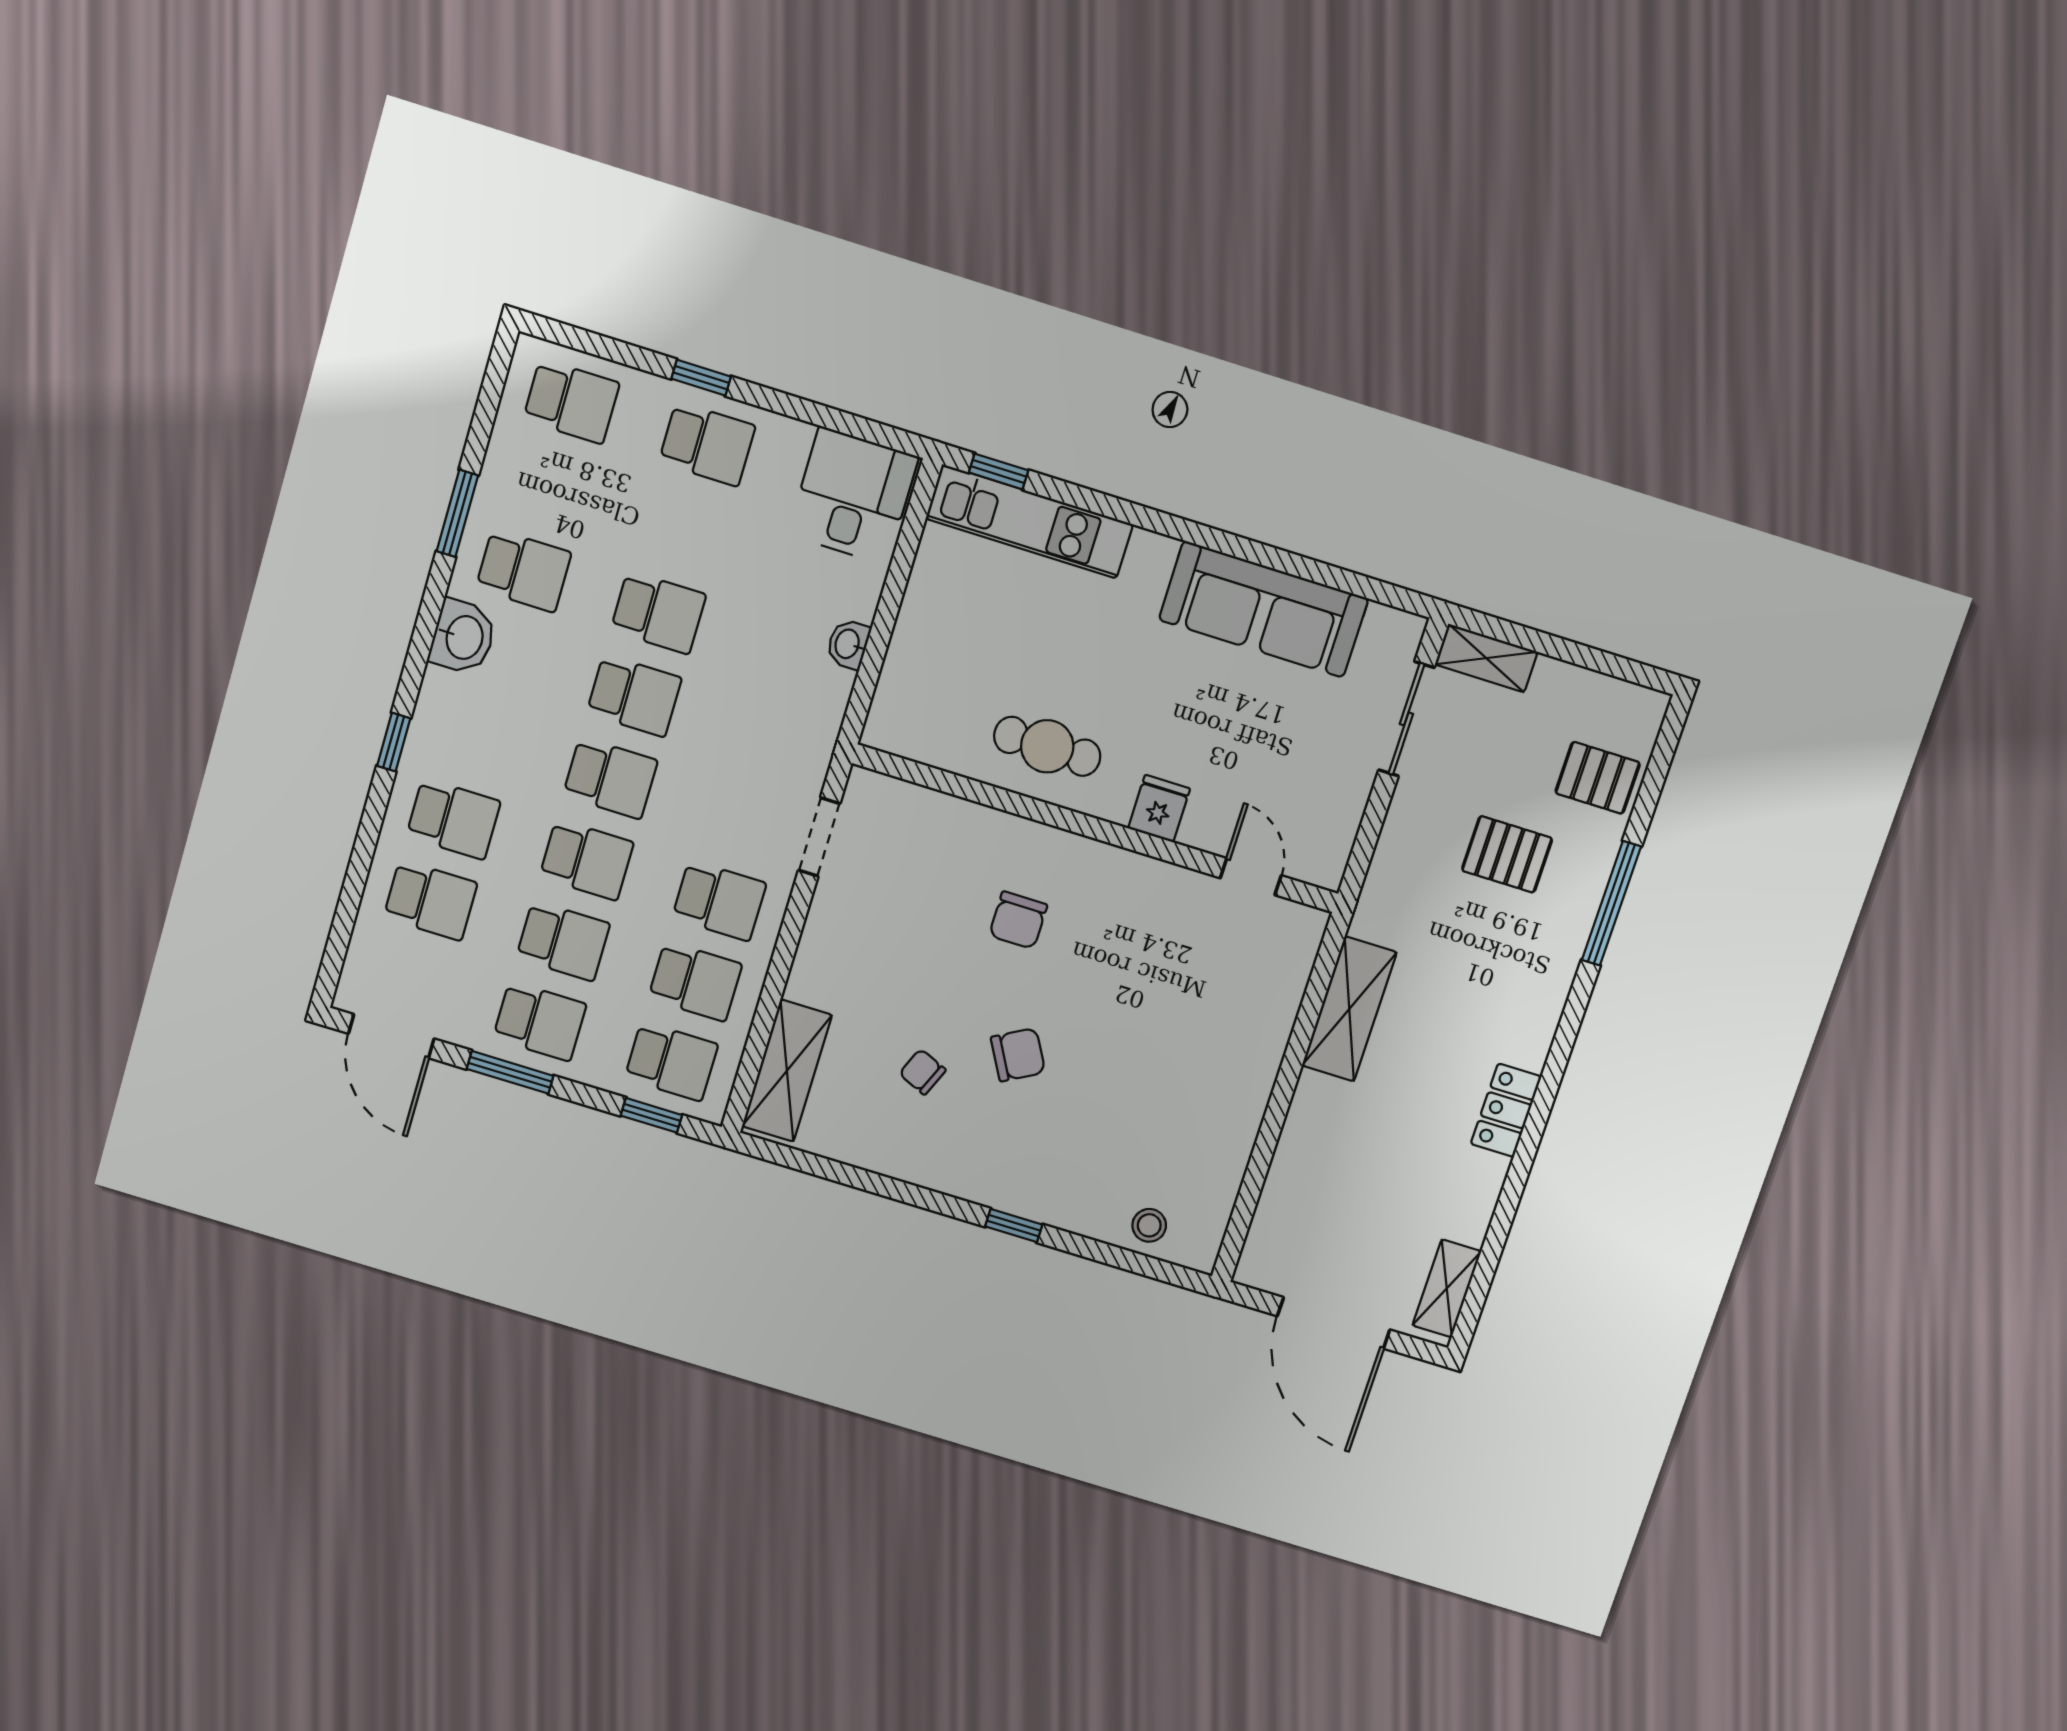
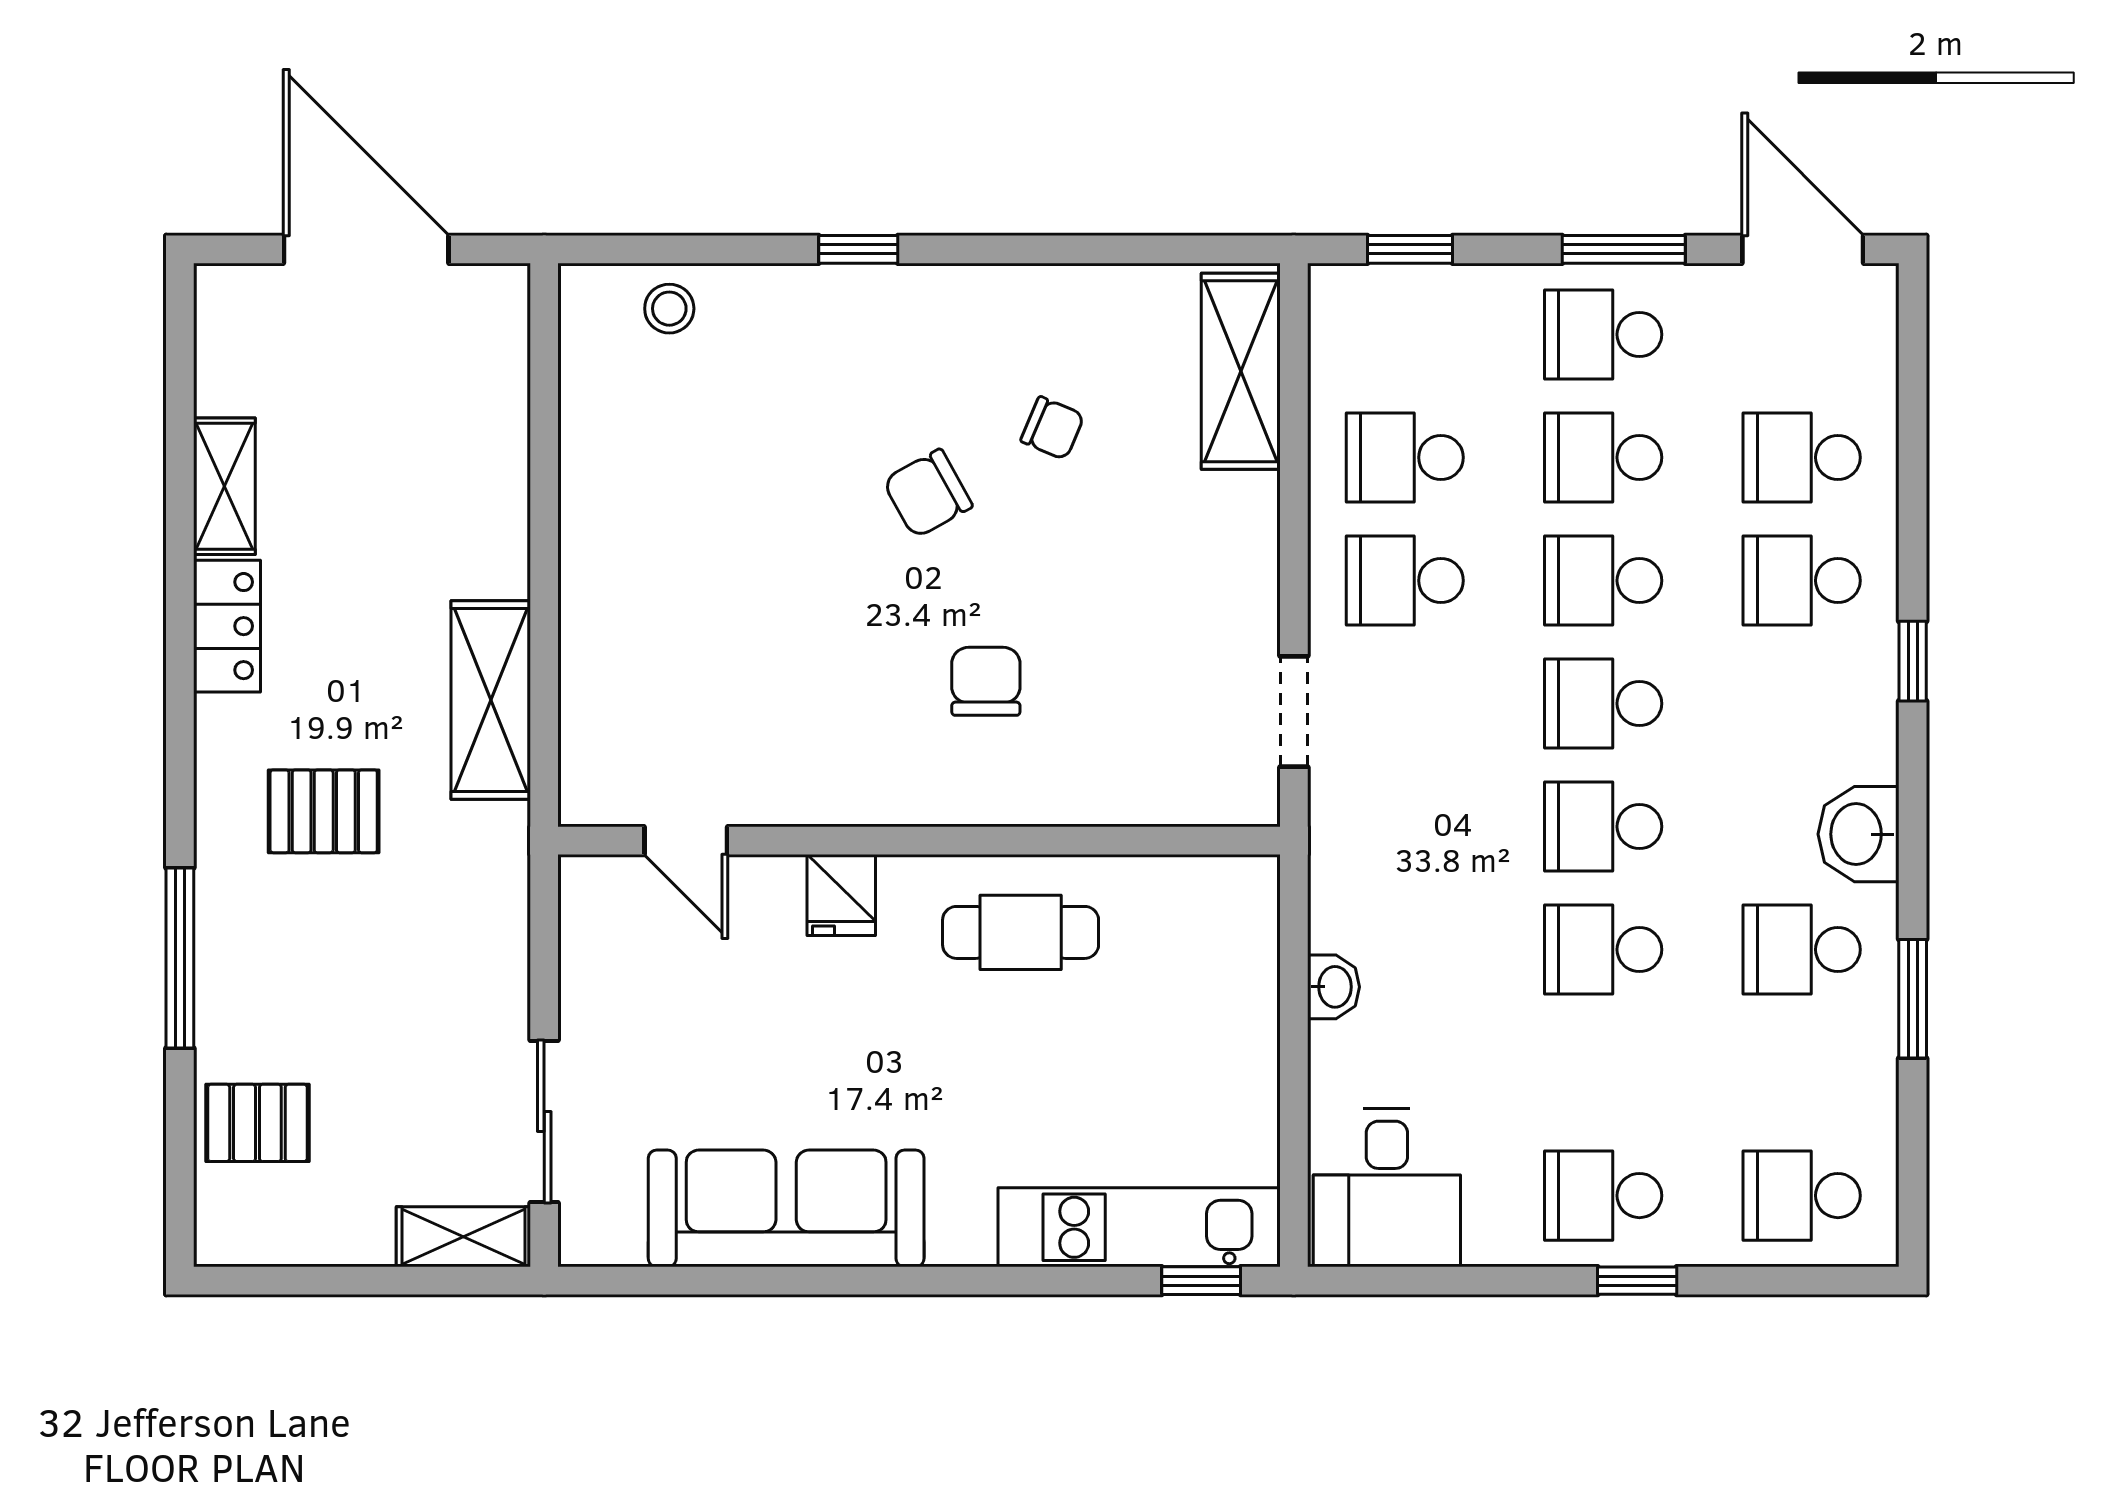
pallet: (1507, 854) -> (324, 811), moved
school desk: (671, 1061) -> (1405, 334), removed
shelving: (1447, 1288) -> (224, 486), moved

